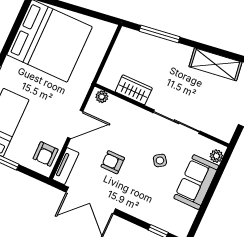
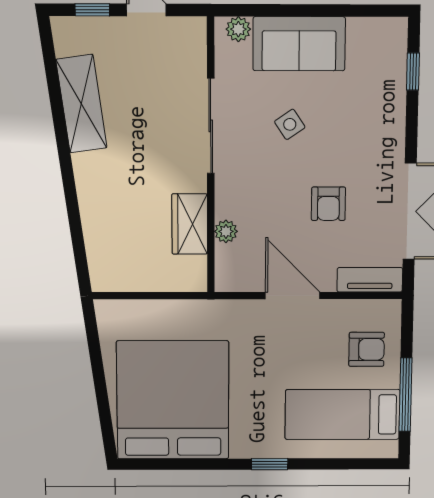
window: (160, 34) -> (75, 223), removed
plant: (102, 97) -> (226, 231), moved
armchair: (46, 154) -> (367, 349), moved

